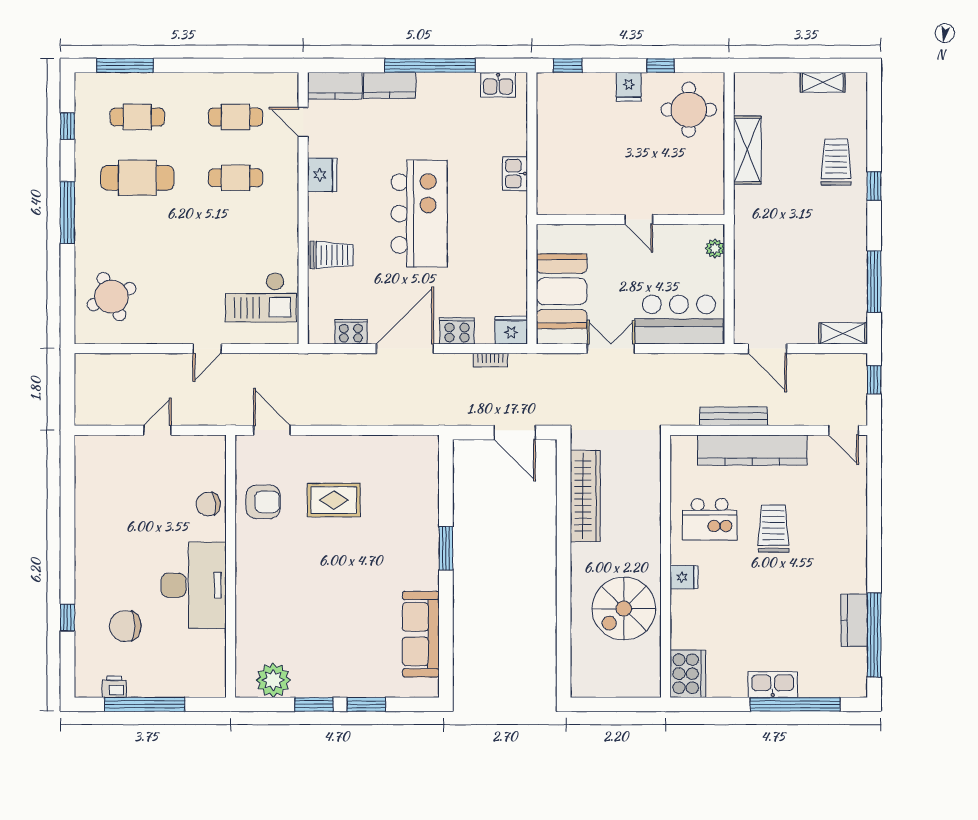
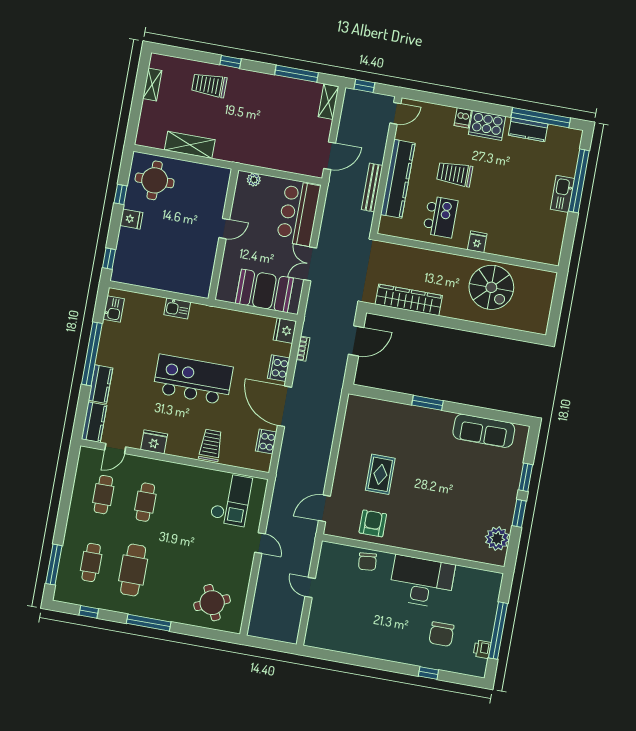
dishwasher: (854, 526) -> (463, 118), added
cooker: (688, 674) -> (487, 125), moved, turned 180

